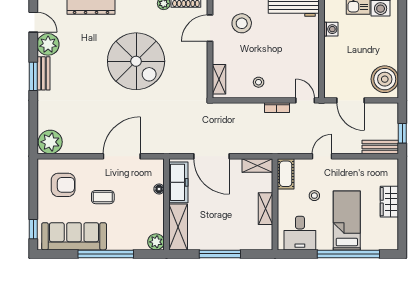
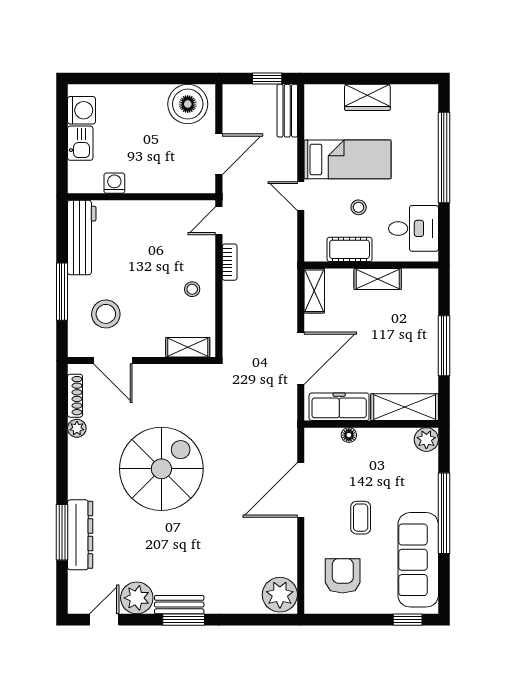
door: (122, 156) -> (301, 490), hinge flipped
cot: (286, 174) -> (350, 249), moved
bed: (347, 220) -> (348, 159), moved, turned 180

